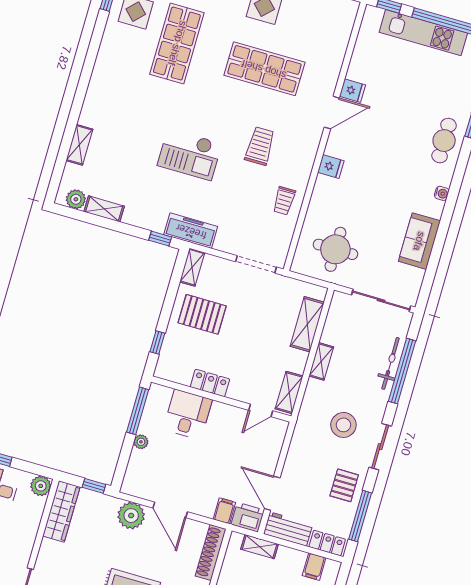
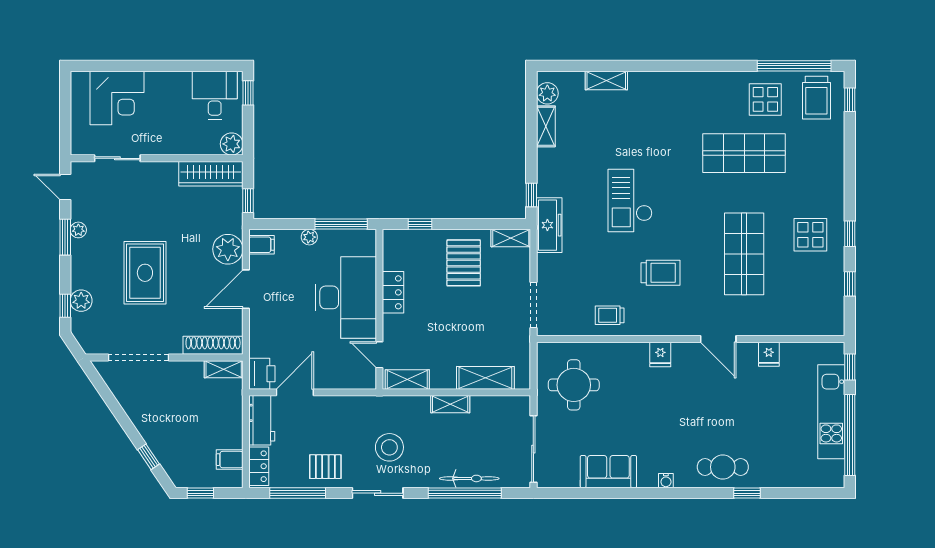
fridge: (352, 91) -> (769, 354), moved
desk: (188, 414) -> (346, 297), width x1.87, depth x1.30
filing cabinet: (224, 511) -> (262, 245), moved
shelving: (260, 547) -> (224, 369), moved, turned 90

